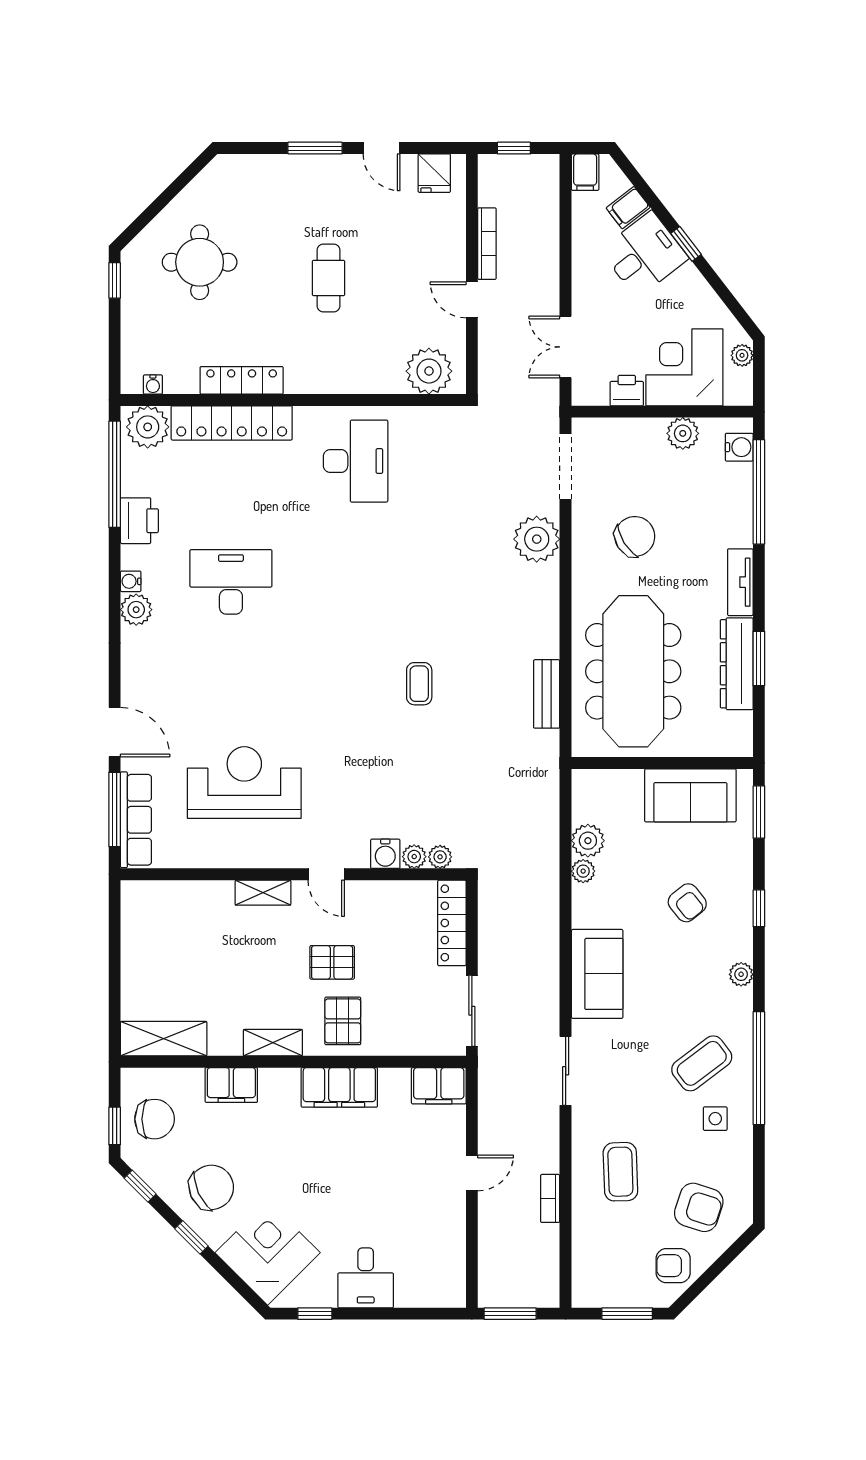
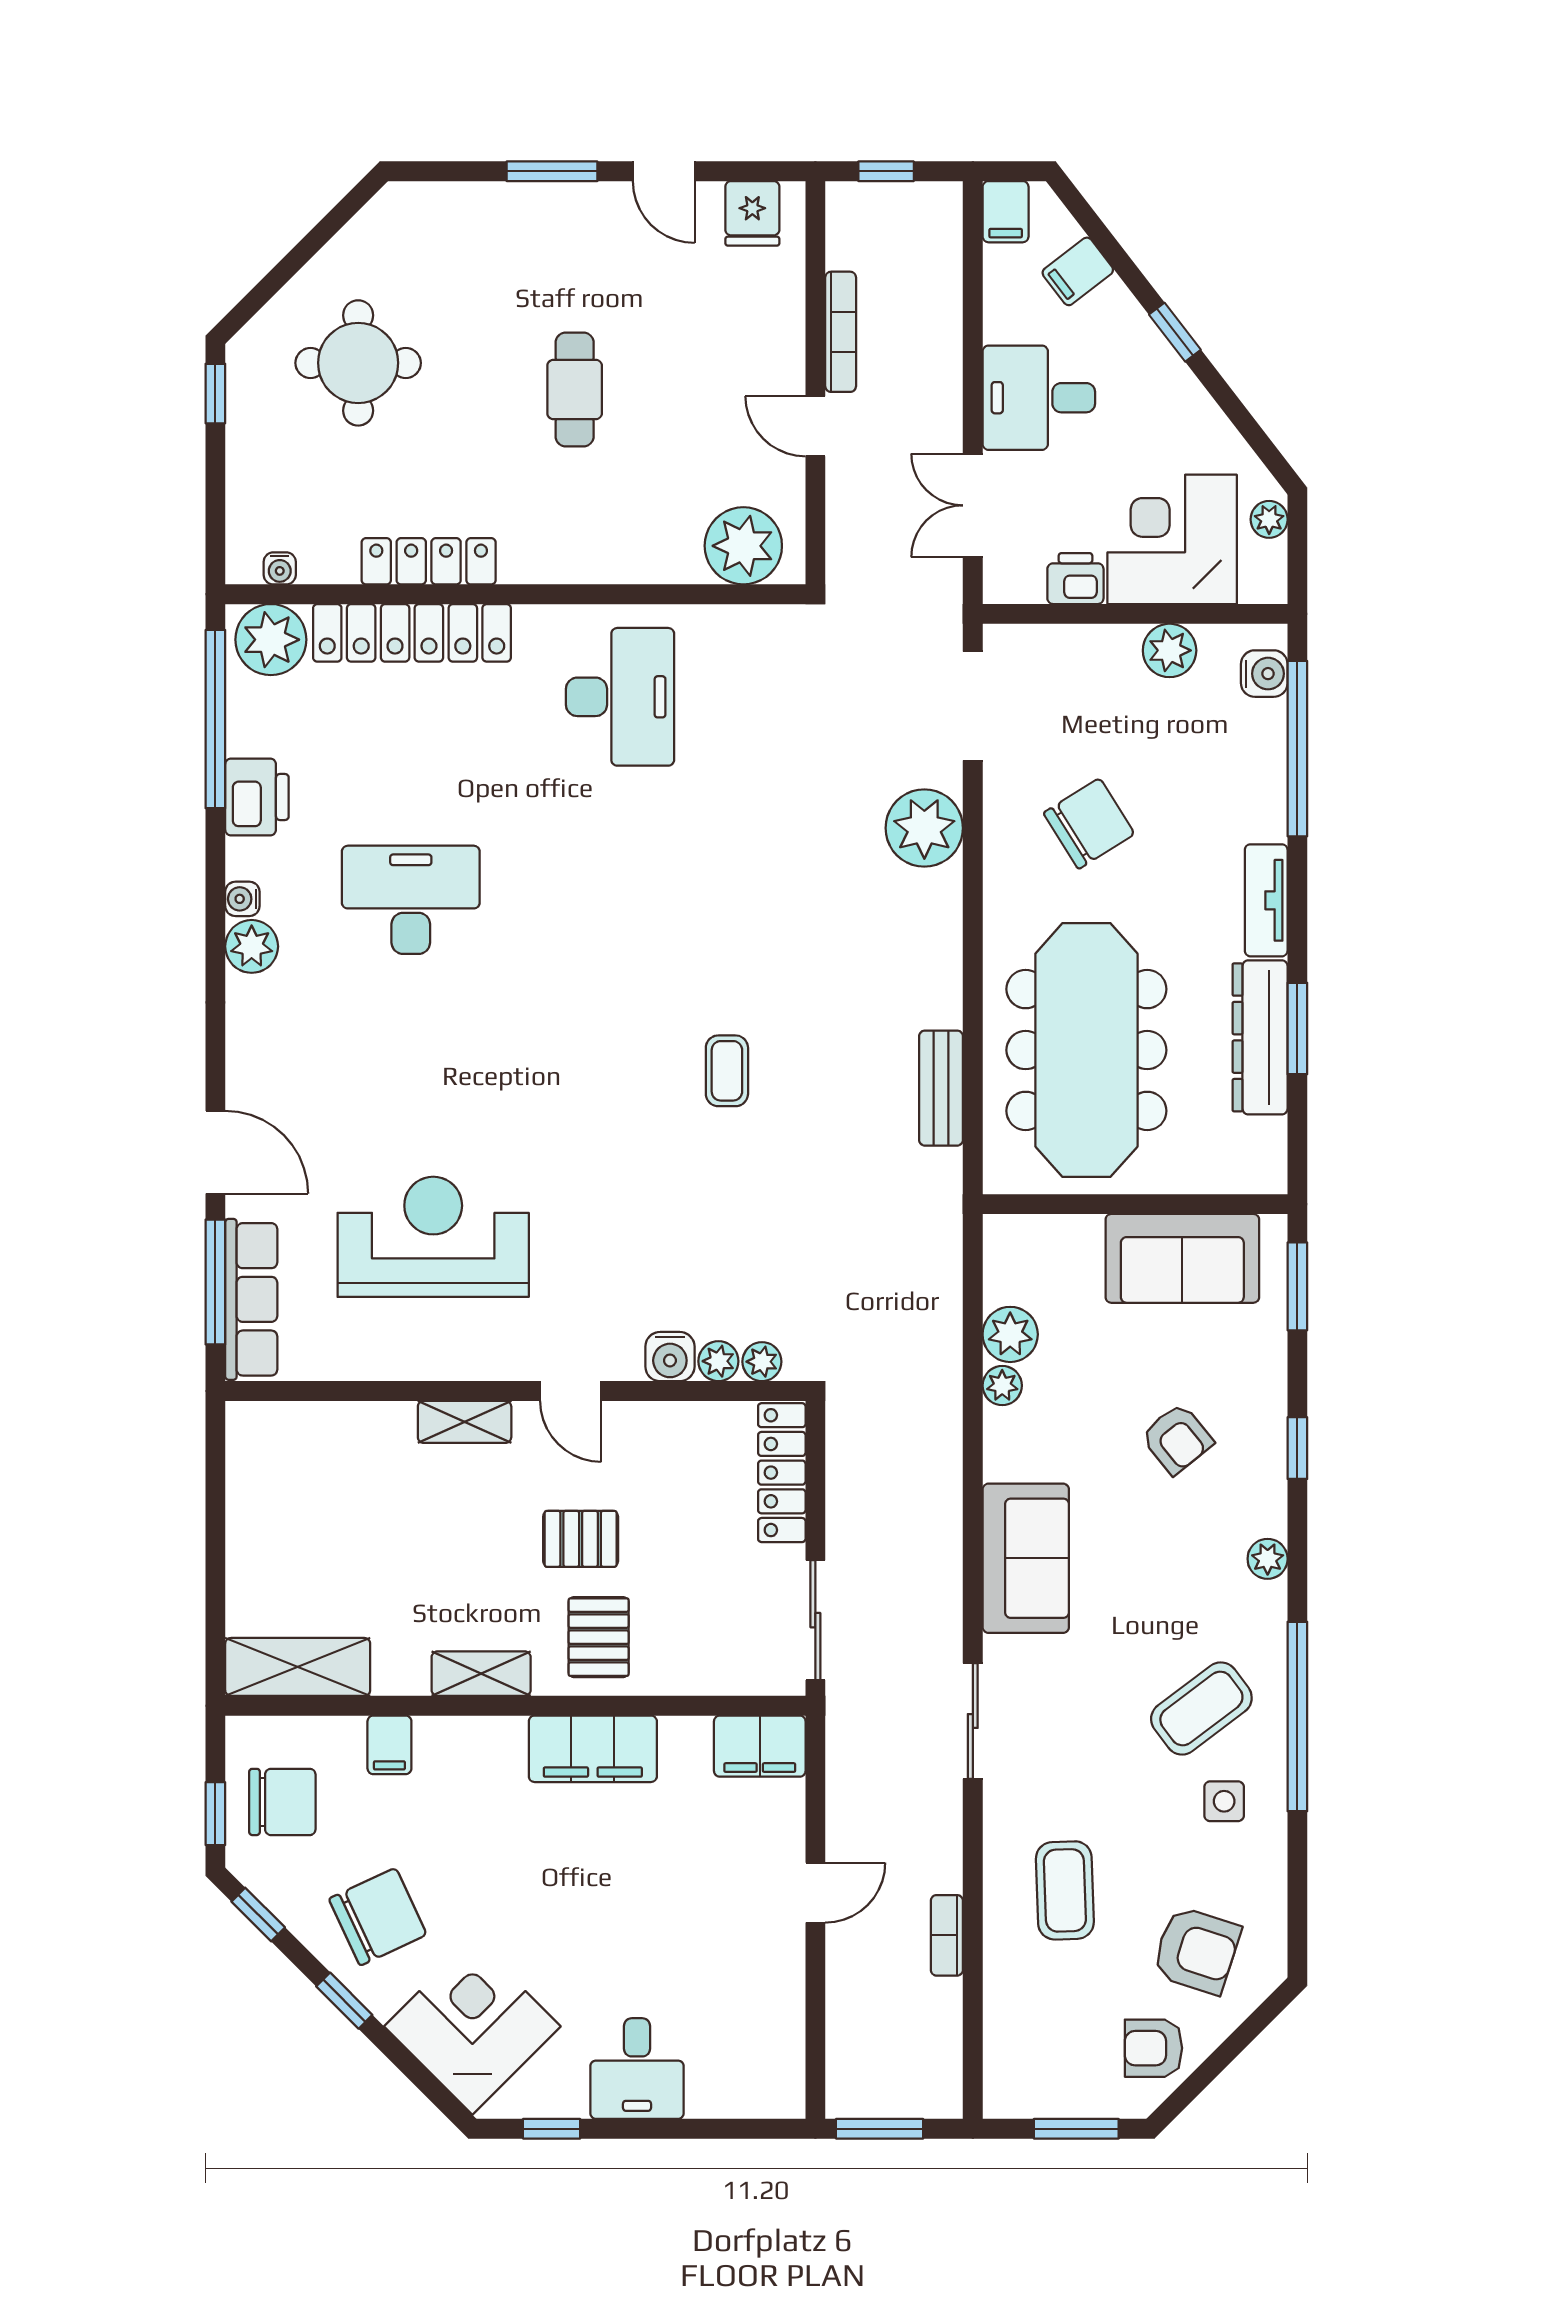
desk: (644, 254) -> (1039, 398), moved, turned -142
filing cabinet: (231, 1085) -> (389, 1745), width x0.50

